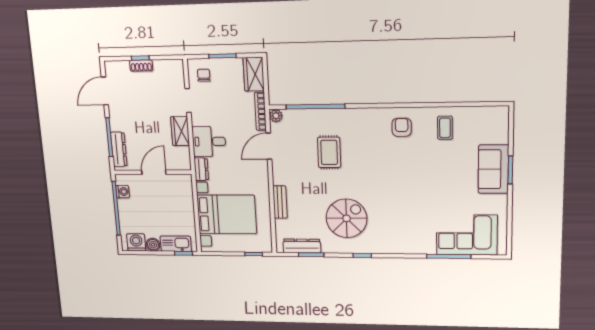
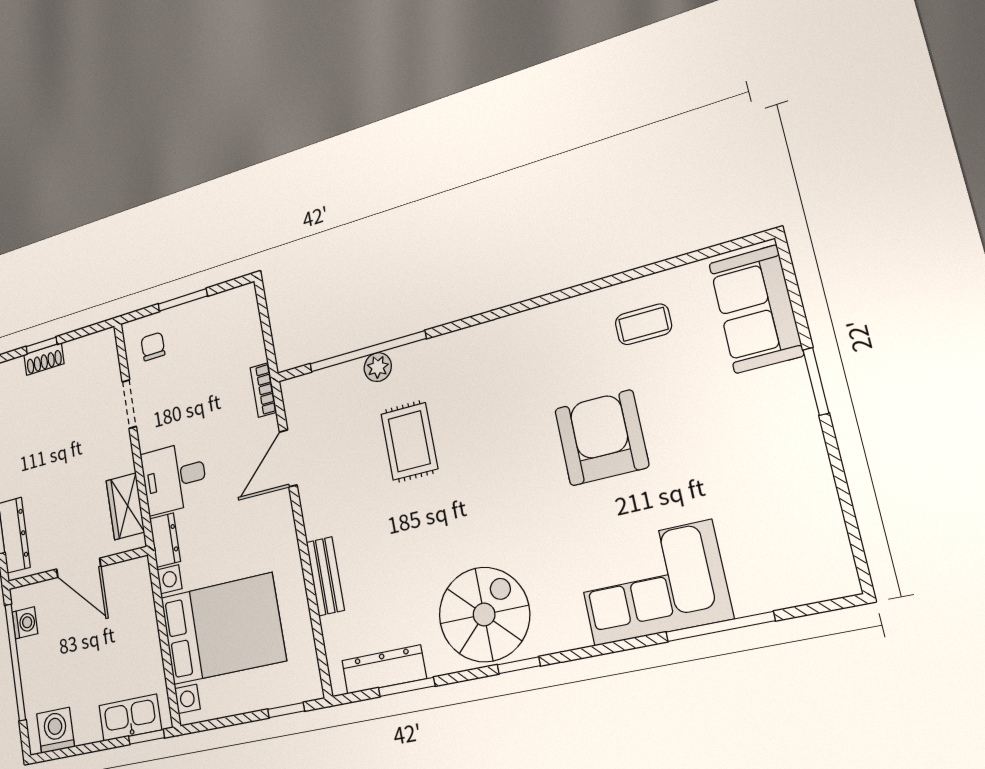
wardrobe: (254, 74) -> (242, 319), removed
bookcase: (260, 111) -> (263, 390), width x0.64
plant: (276, 116) -> (378, 367), moved
armchair: (402, 127) -> (601, 438), moved, width x1.88, depth x1.88
coffee table: (445, 128) -> (643, 324), turned 90
wardrobe: (180, 131) -> (125, 506), moved
sofa: (493, 169) -> (756, 309), moved
door: (154, 172) -> (79, 568), swing flipped
spiral stairs: (347, 218) -> (484, 614), moved
corner sofa: (467, 235) -> (653, 583), moved
boiler: (153, 245) -> (87, 729), removed

